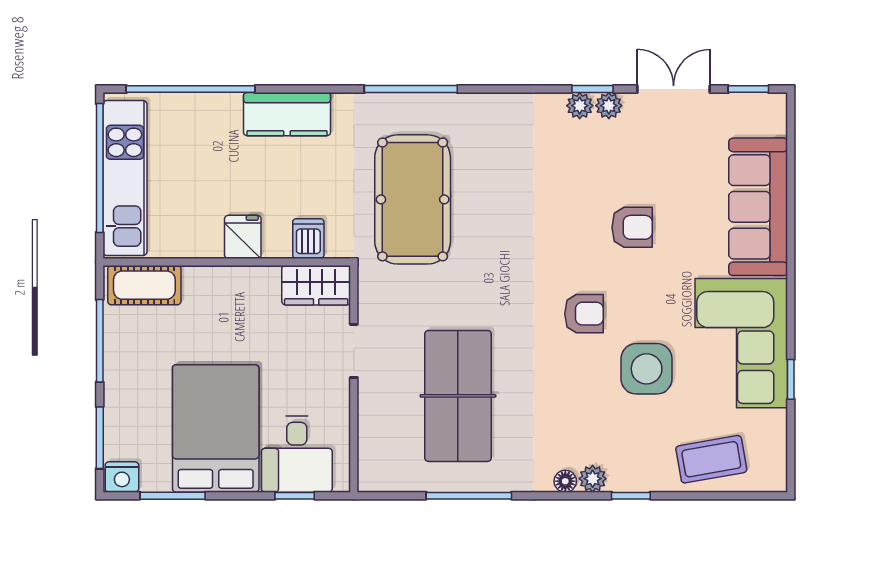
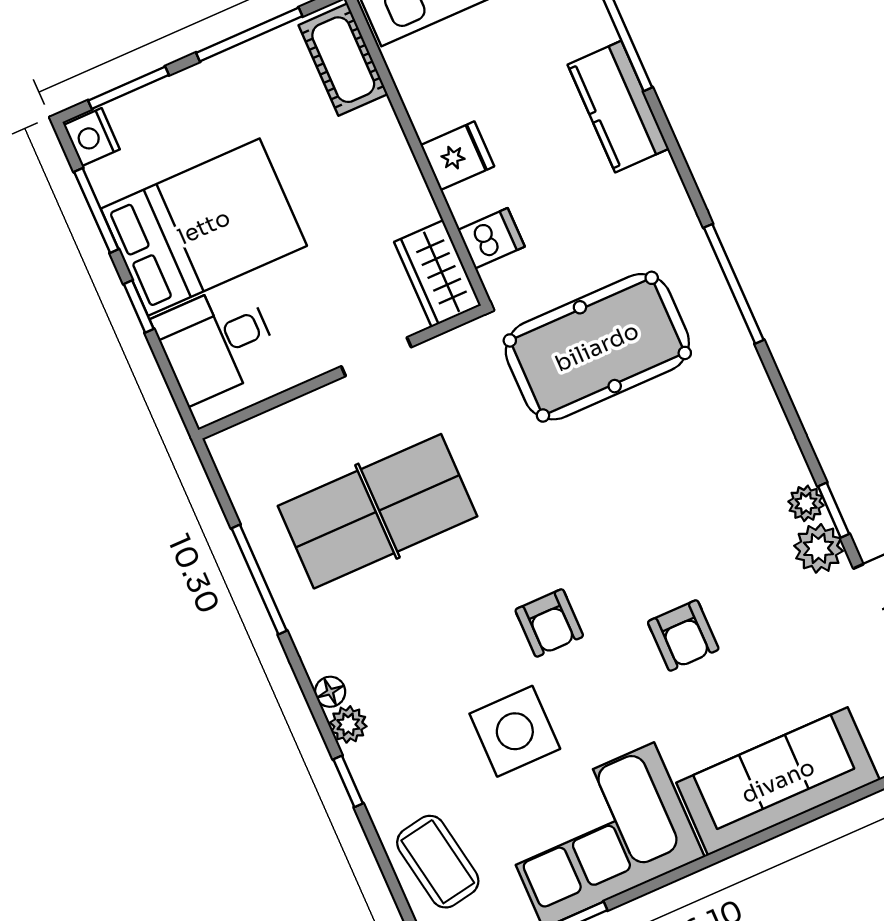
plant: (609, 106) -> (819, 548), width x1.38, depth x1.38
kitchen counter: (287, 114) -> (618, 107), moved
window: (295, 496) -> (139, 307), moved

